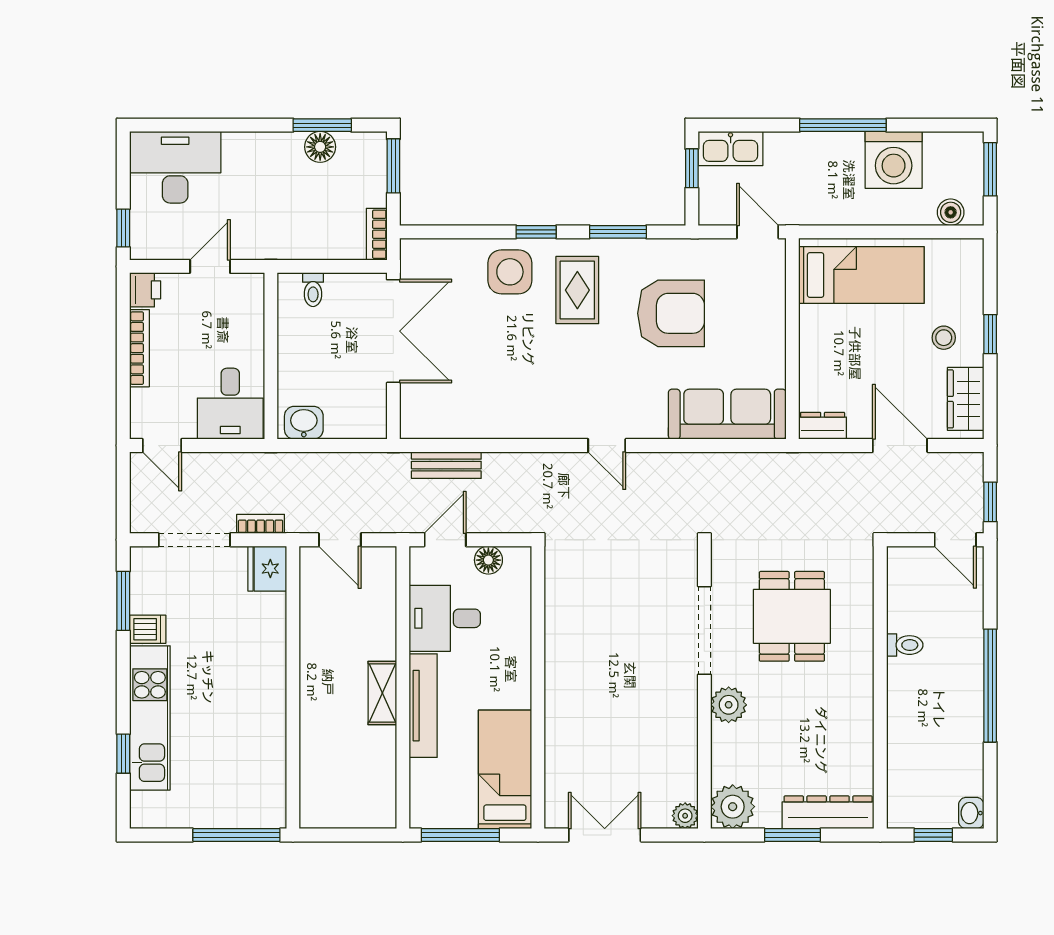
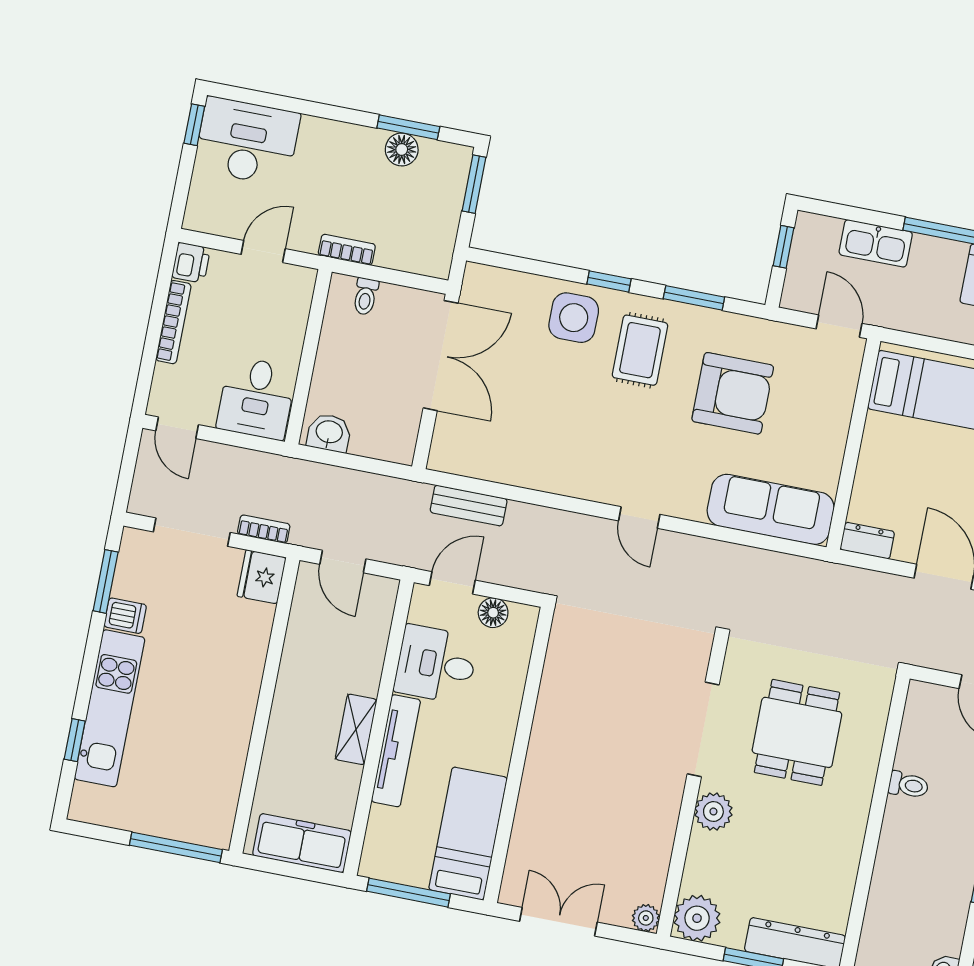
kitchen sink: (731, 148) -> (876, 243), moved
window: (123, 228) -> (194, 125), moved
bookcase: (377, 234) -> (347, 250), moved, turned 90
freezer: (353, 808) -> (302, 843), added

